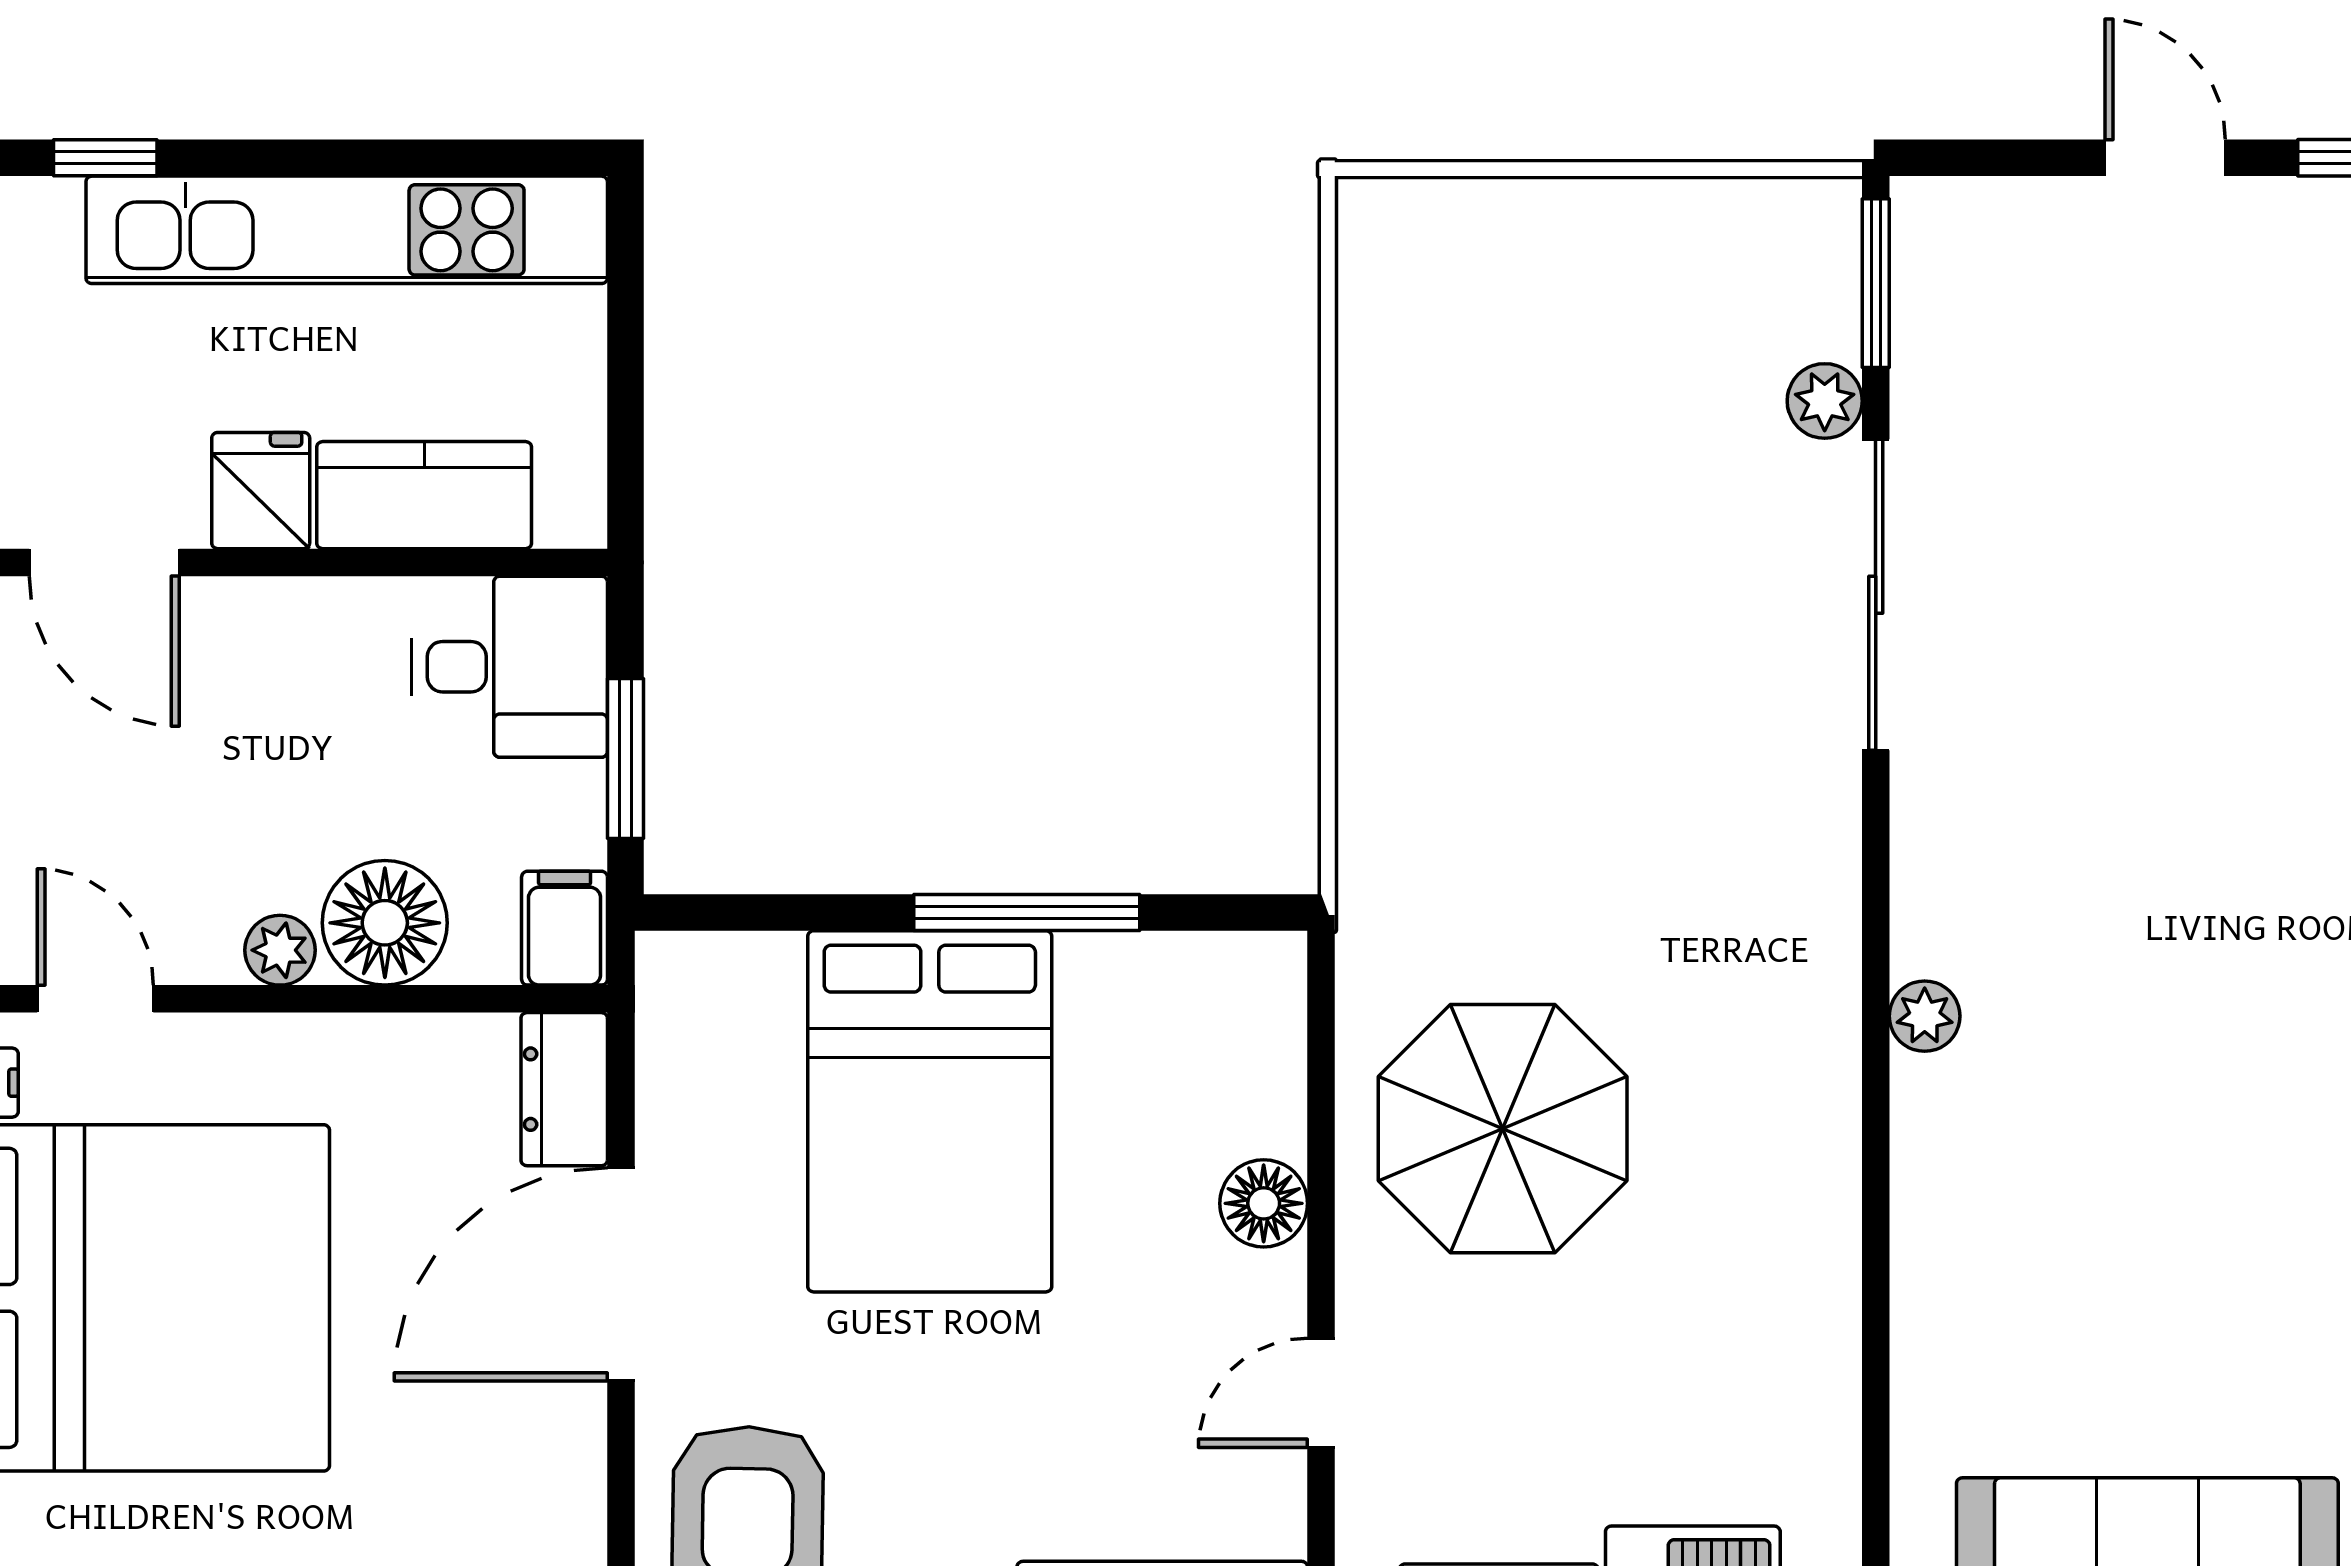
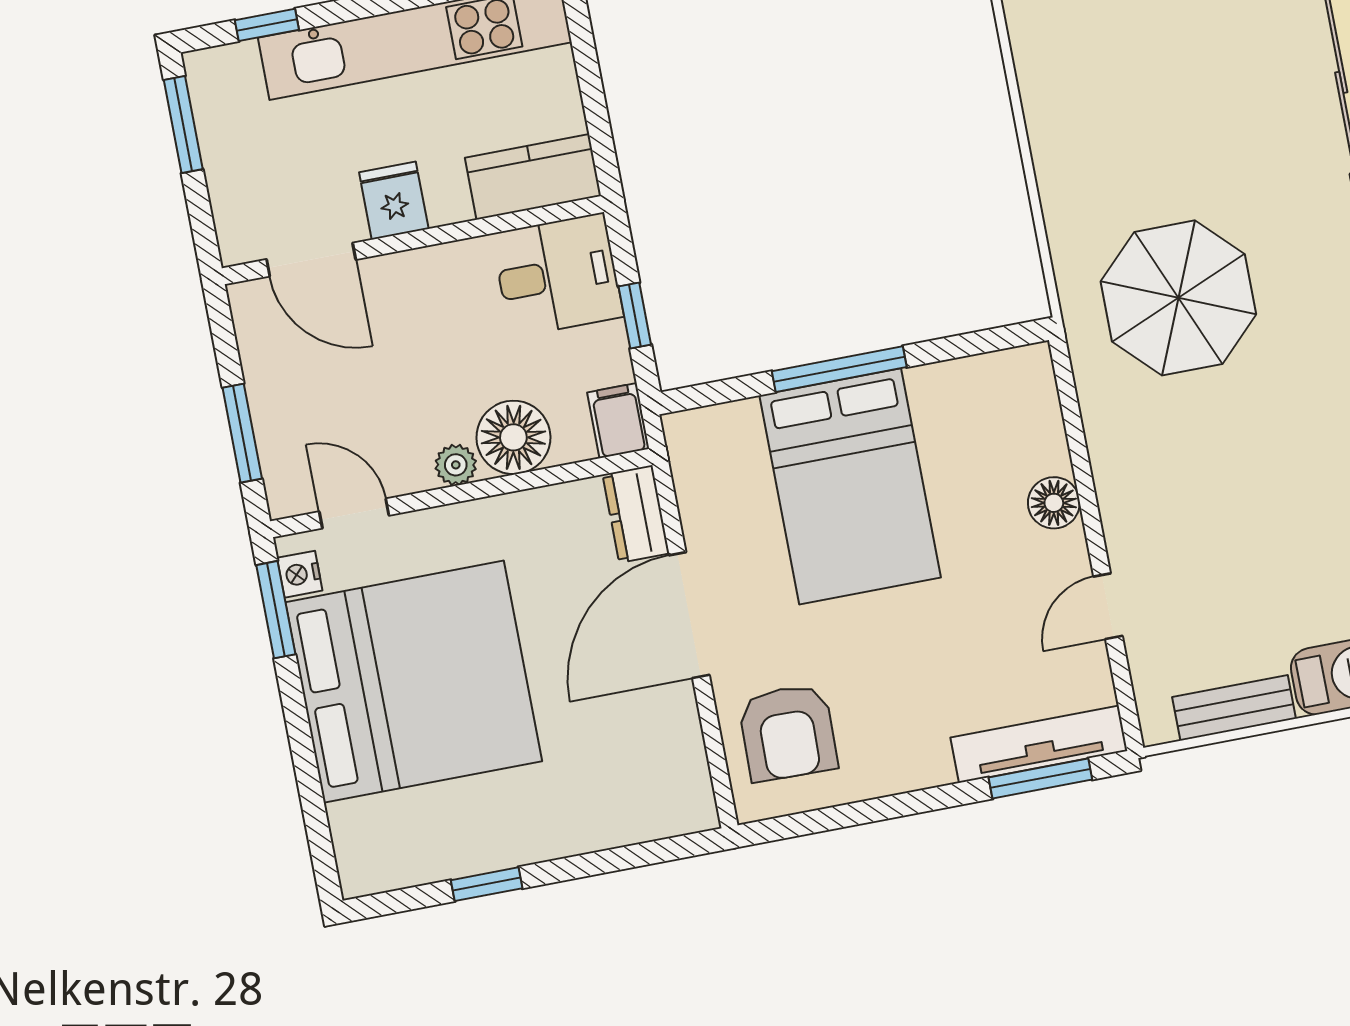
kitchen counter: (424, 495) -> (533, 177), moved
window: (625, 758) -> (635, 316), width x0.67
window: (1027, 912) -> (839, 369), moved
parasol: (1503, 1129) -> (1178, 298), moved

